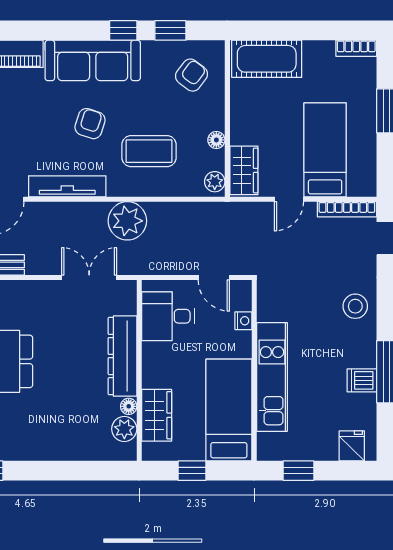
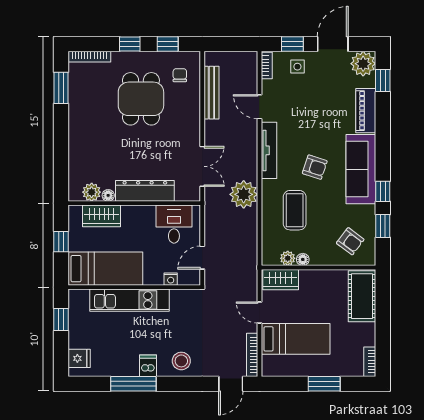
plant: (215, 182) -> (288, 258), moved
dishwasher: (362, 380) -> (148, 366), moved

